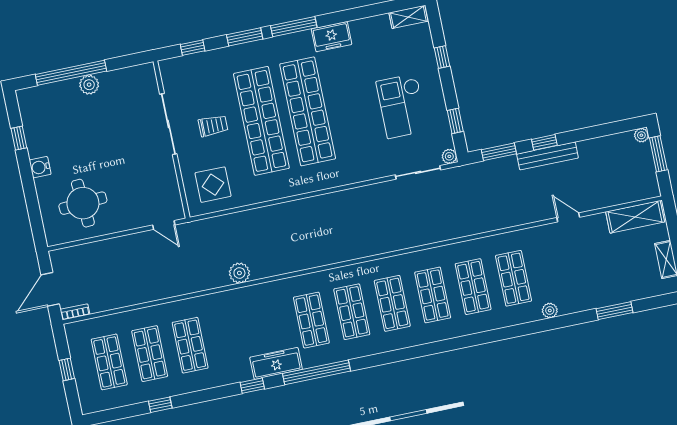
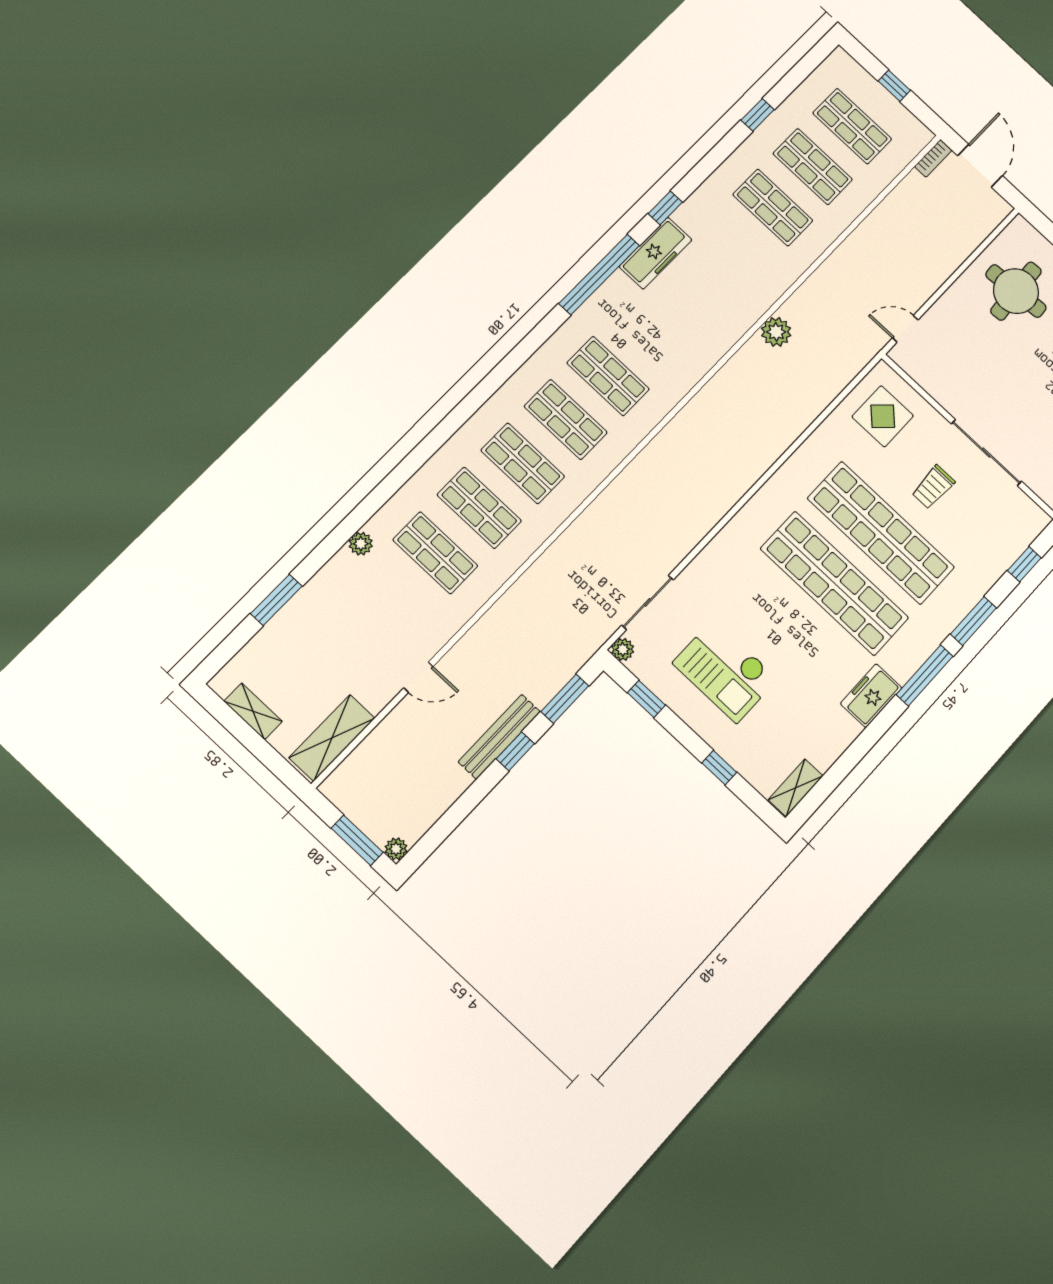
checkout: (402, 106) -> (725, 671), turned 180
shop shelf: (311, 320) -> (650, 333), removed

